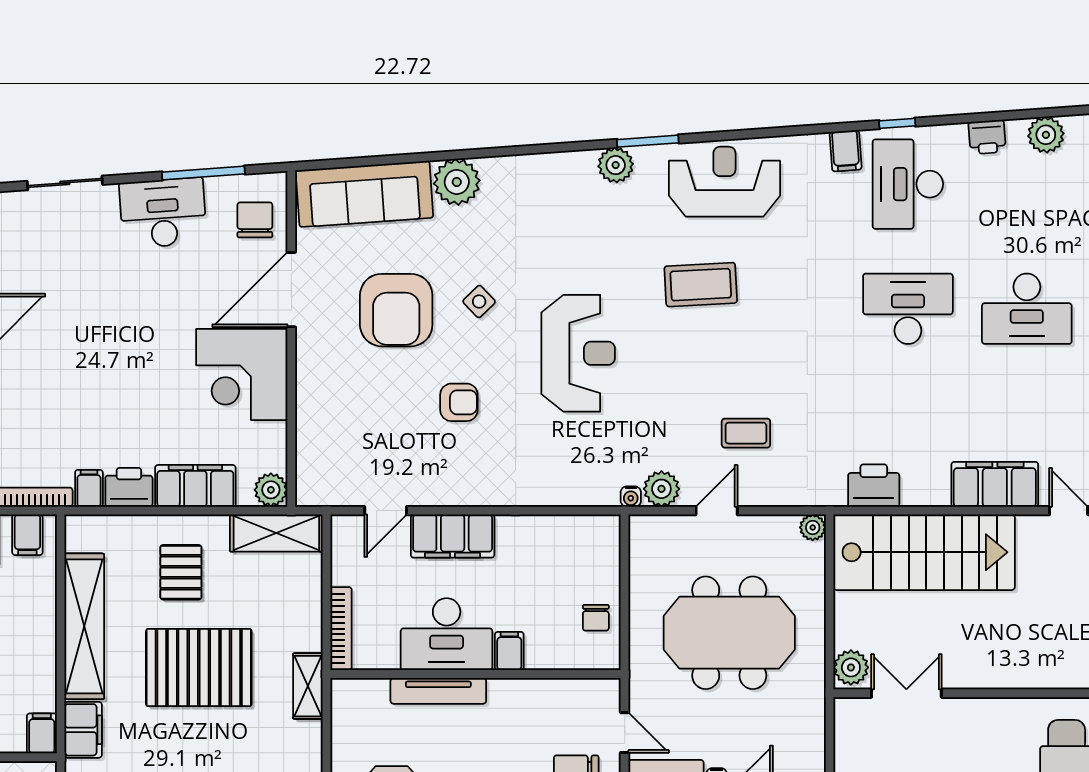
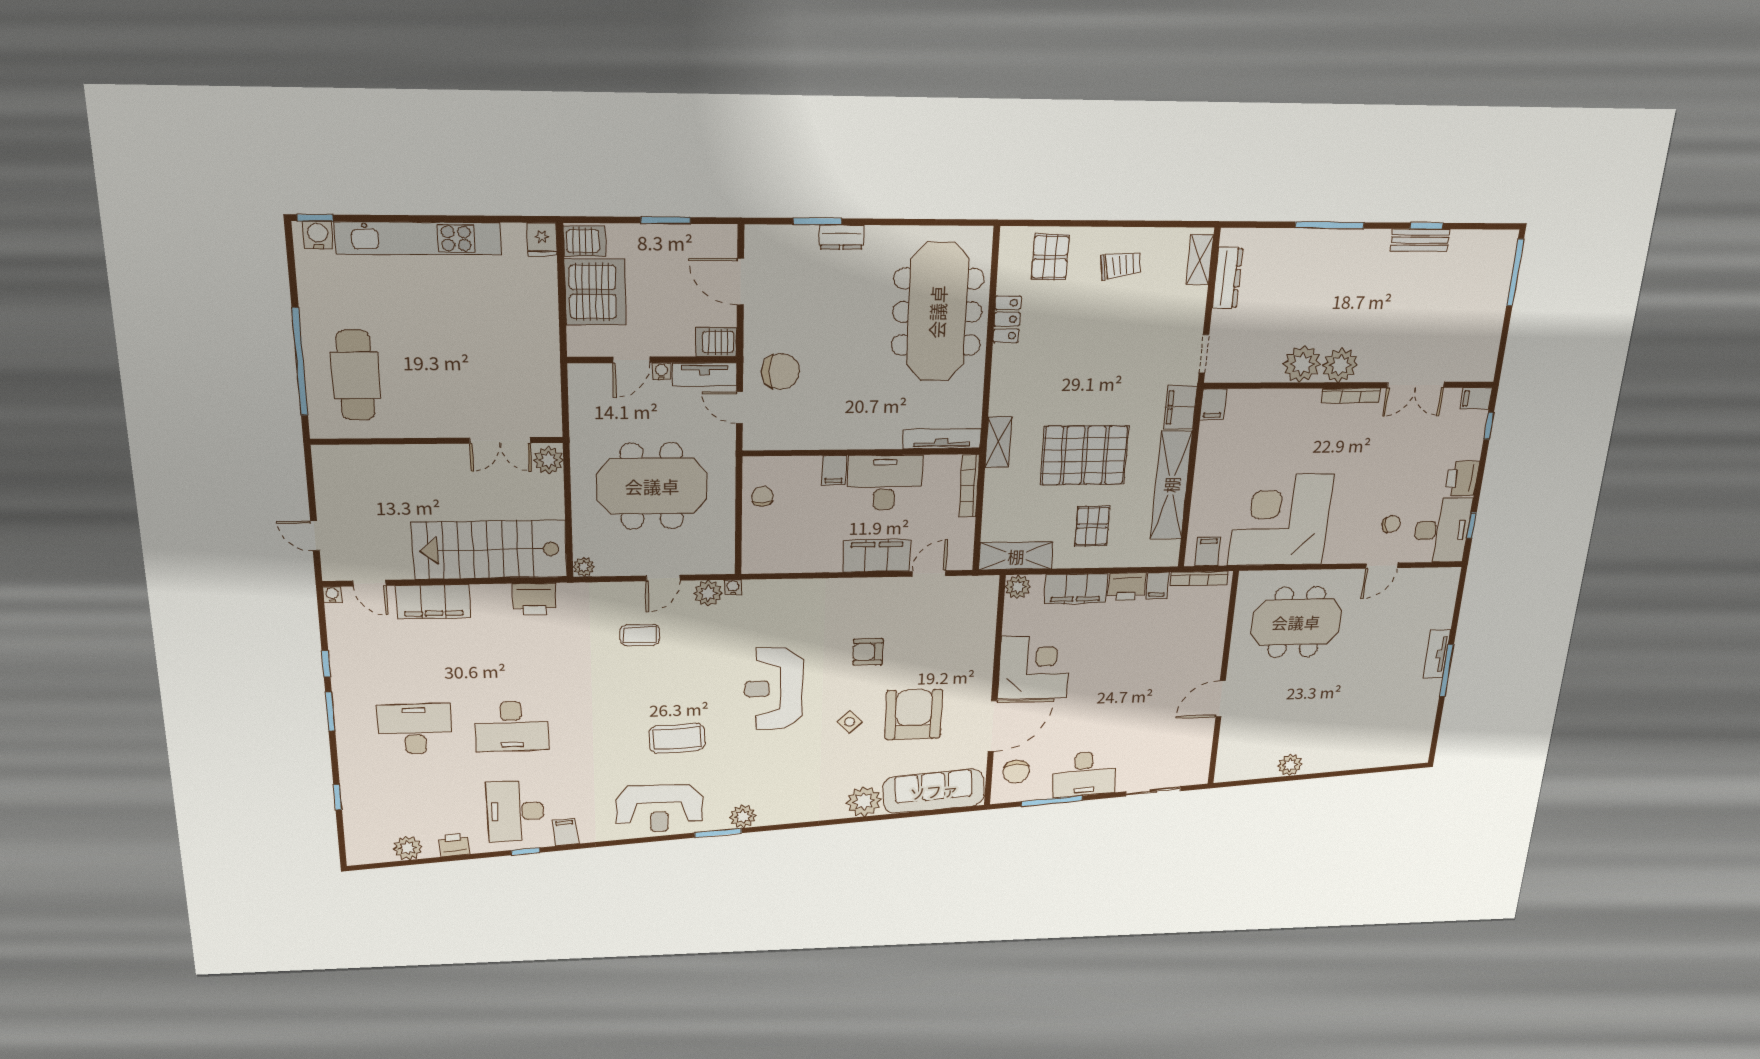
desk: (908, 184) -> (515, 811), turned 180
tv unit: (438, 691) -> (942, 439), moved

